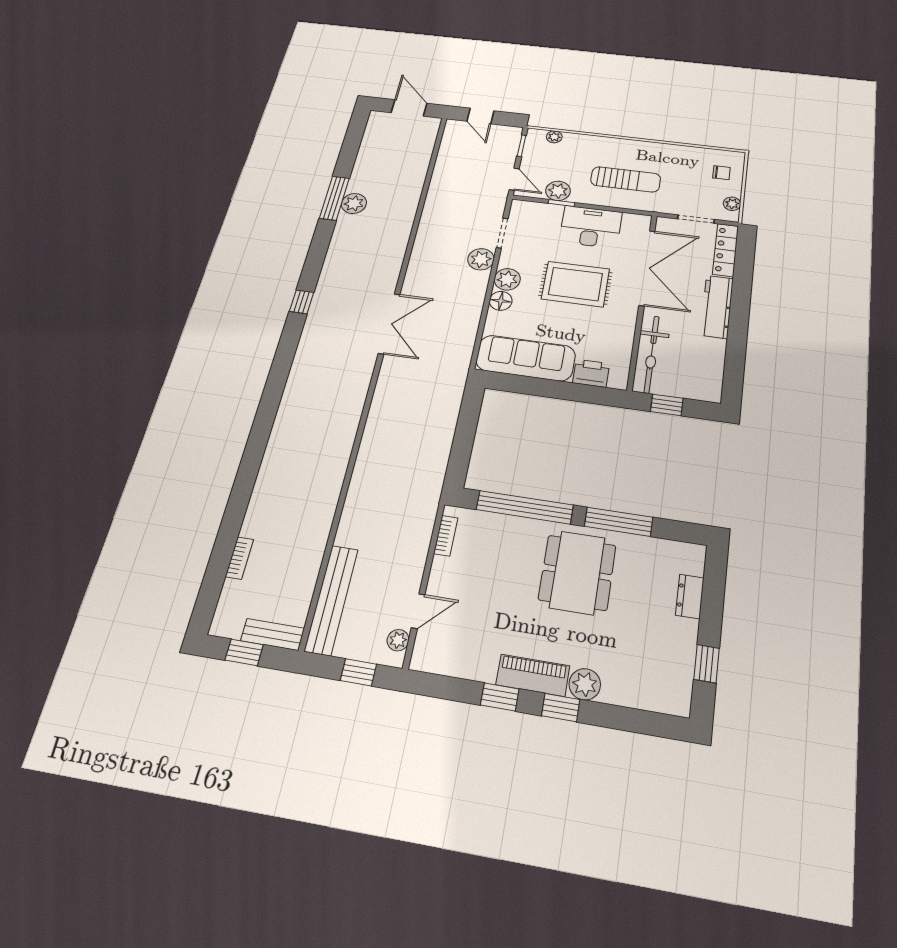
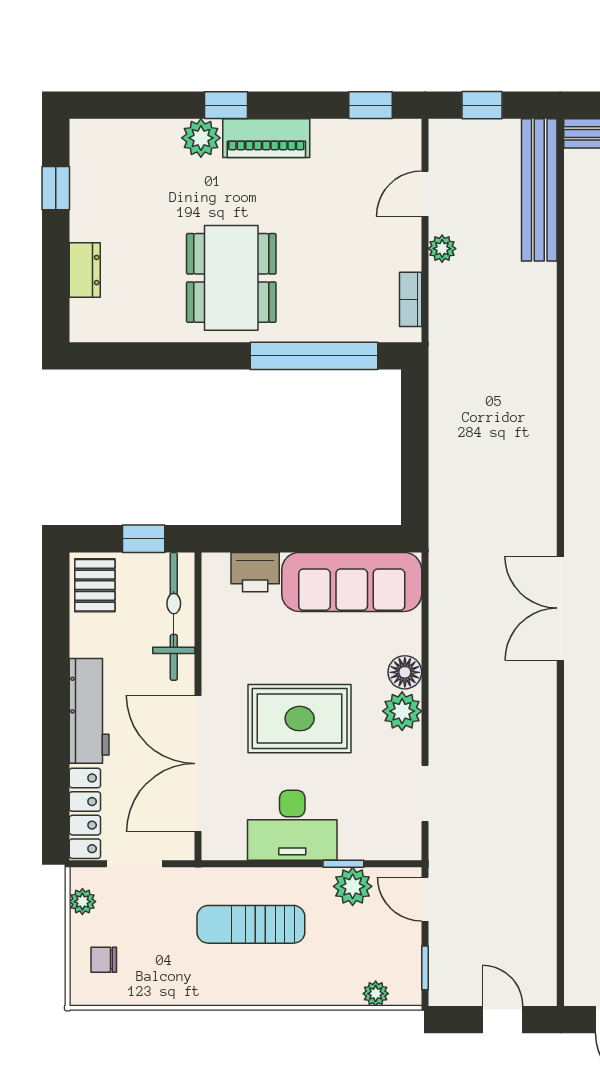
plant: (481, 259) -> (448, 741), removed
pallet: (705, 381) -> (95, 585), added
window: (619, 522) -> (187, 356), removed
plant: (398, 640) -> (442, 249), moved
window: (500, 697) -> (370, 105), moved

